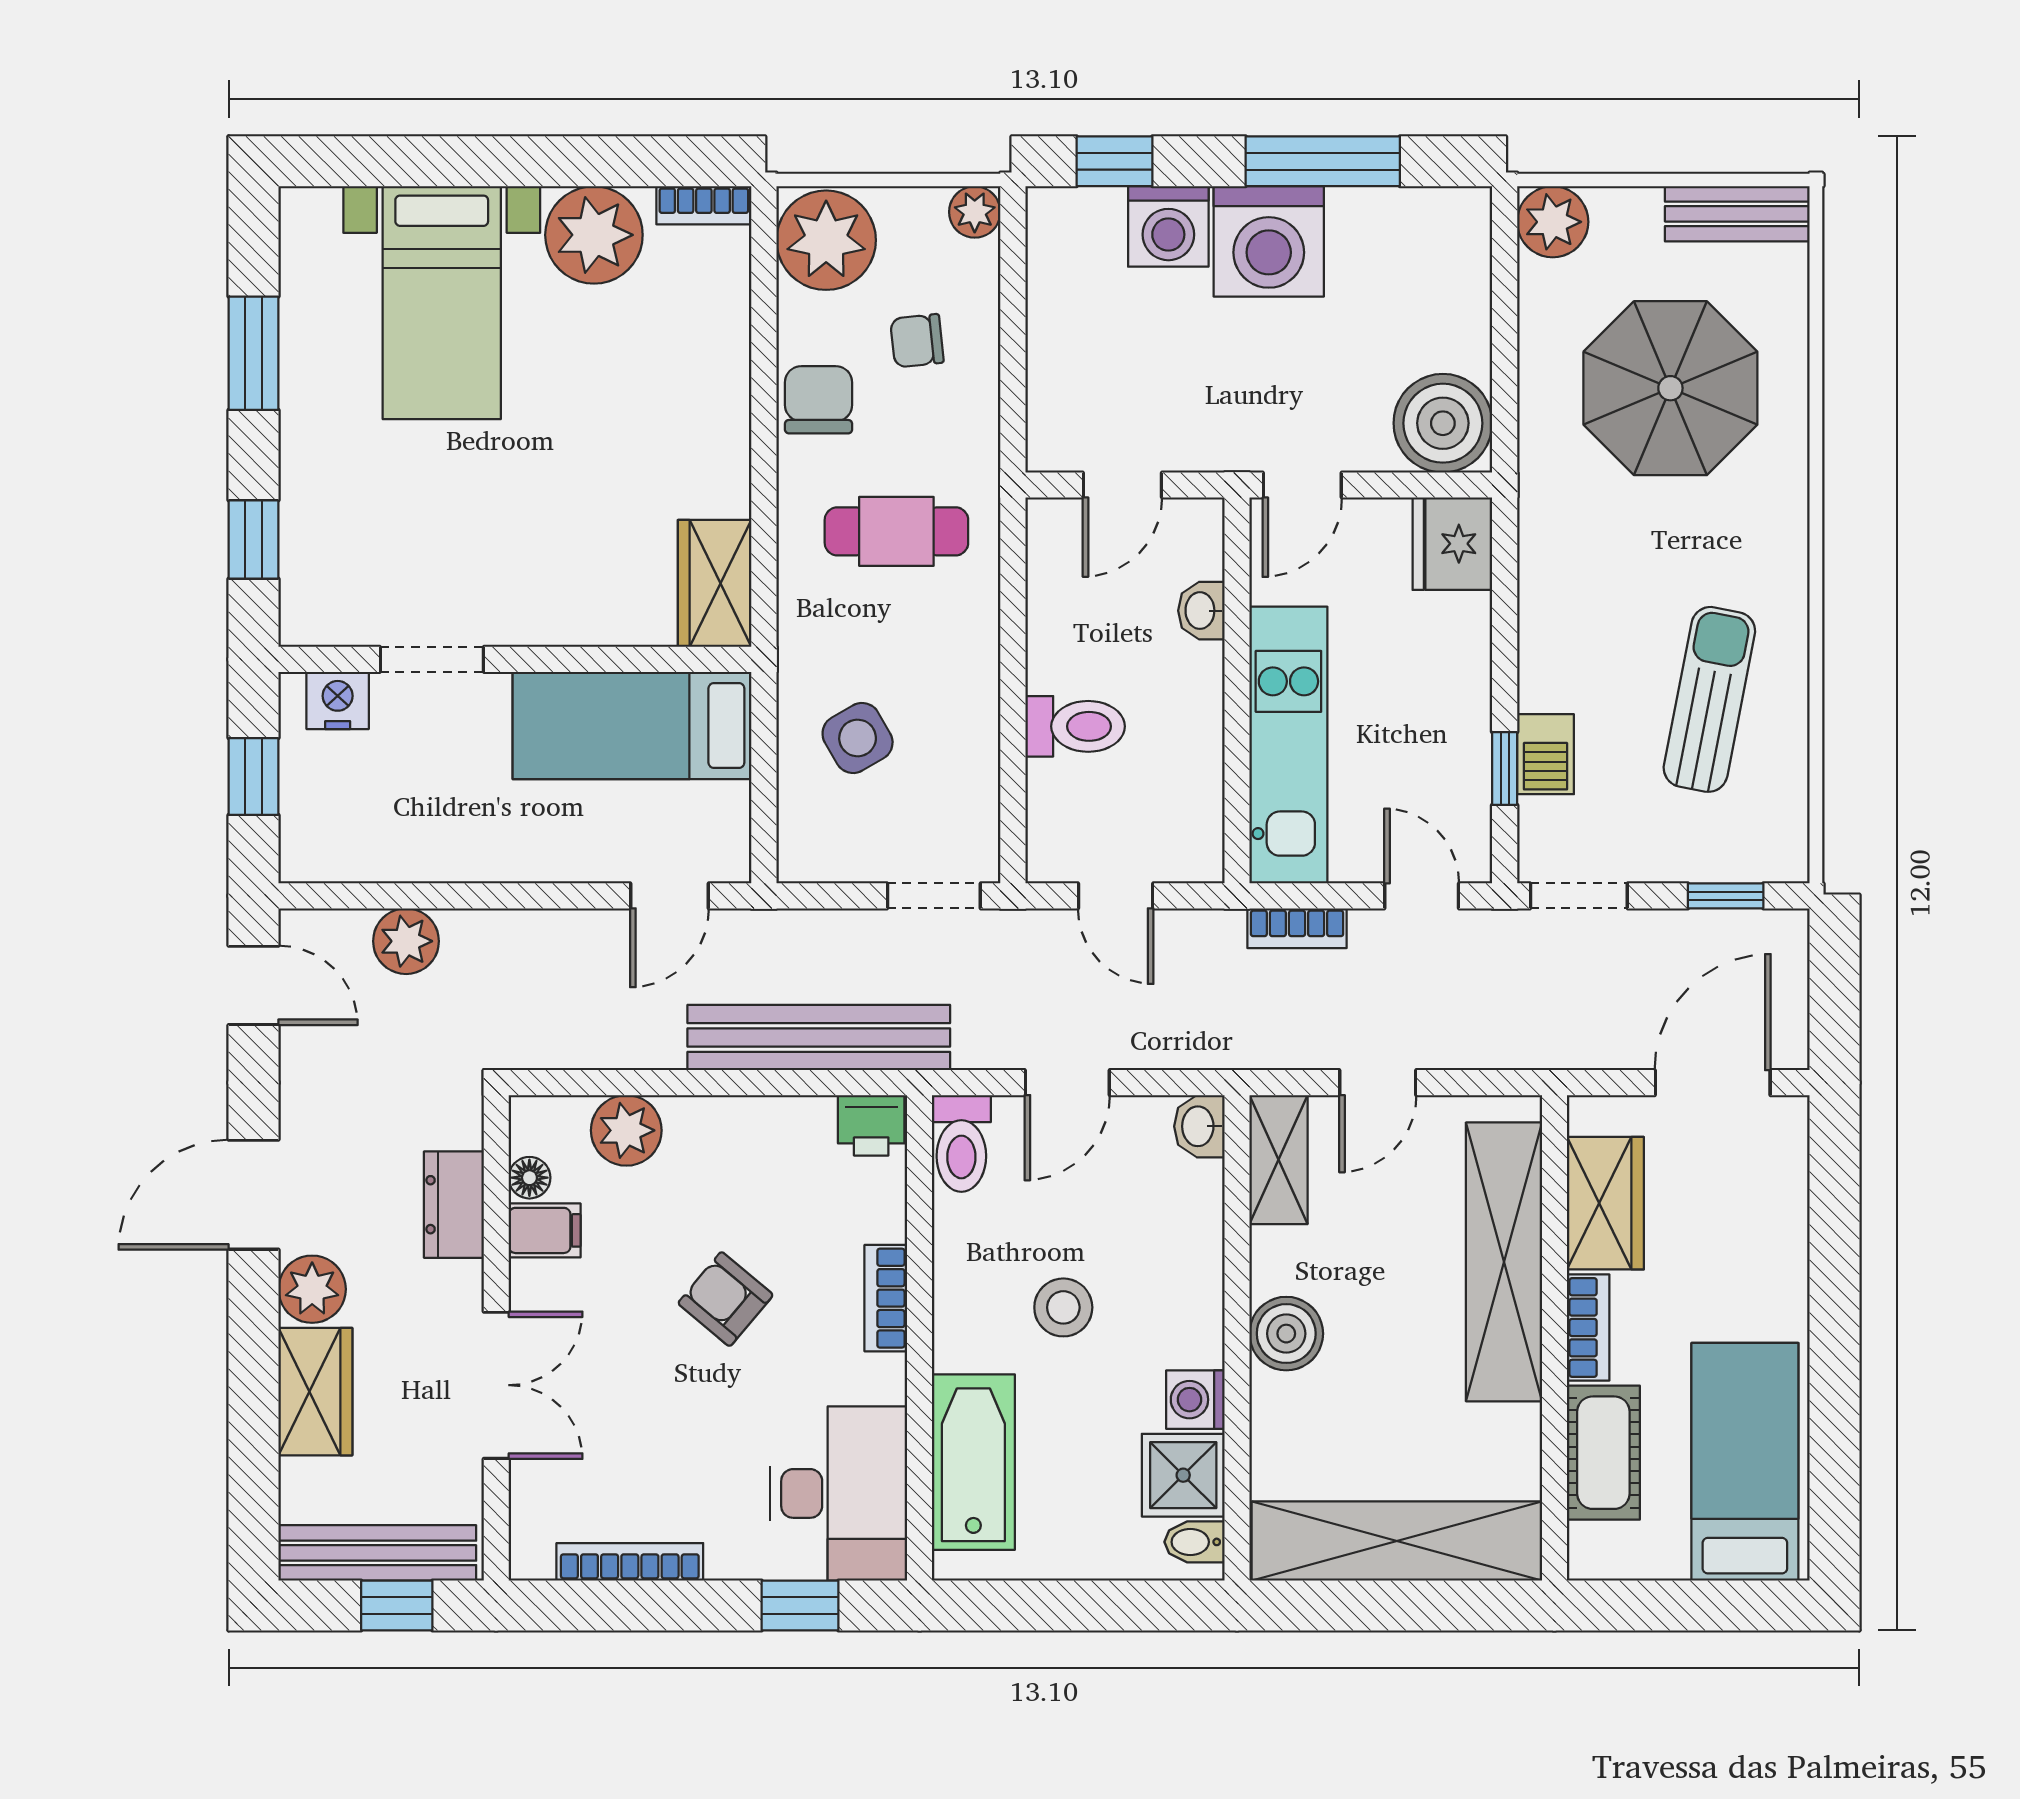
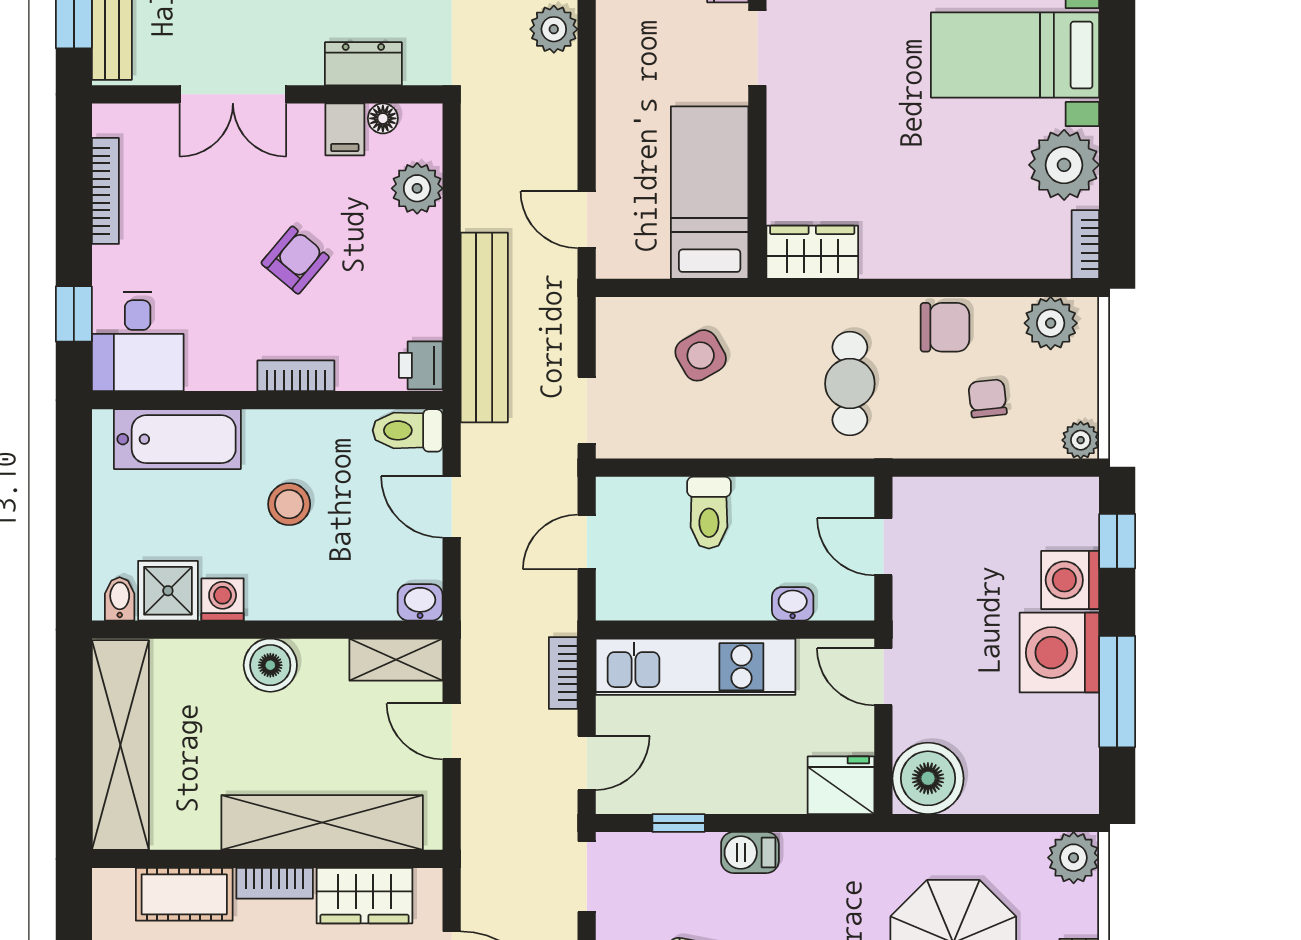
plant: (826, 240) -> (1051, 323), width x0.73, depth x0.73
barbecue: (1546, 754) -> (750, 853), moved
desk: (839, 1493) -> (138, 342), width x0.73

